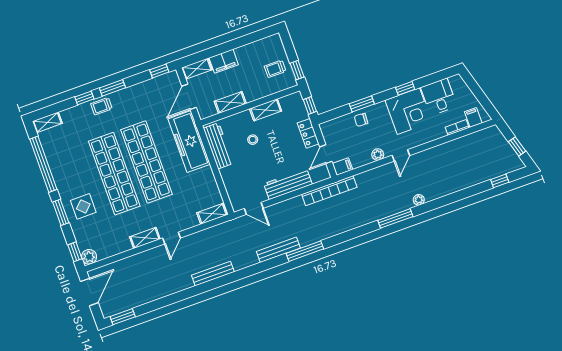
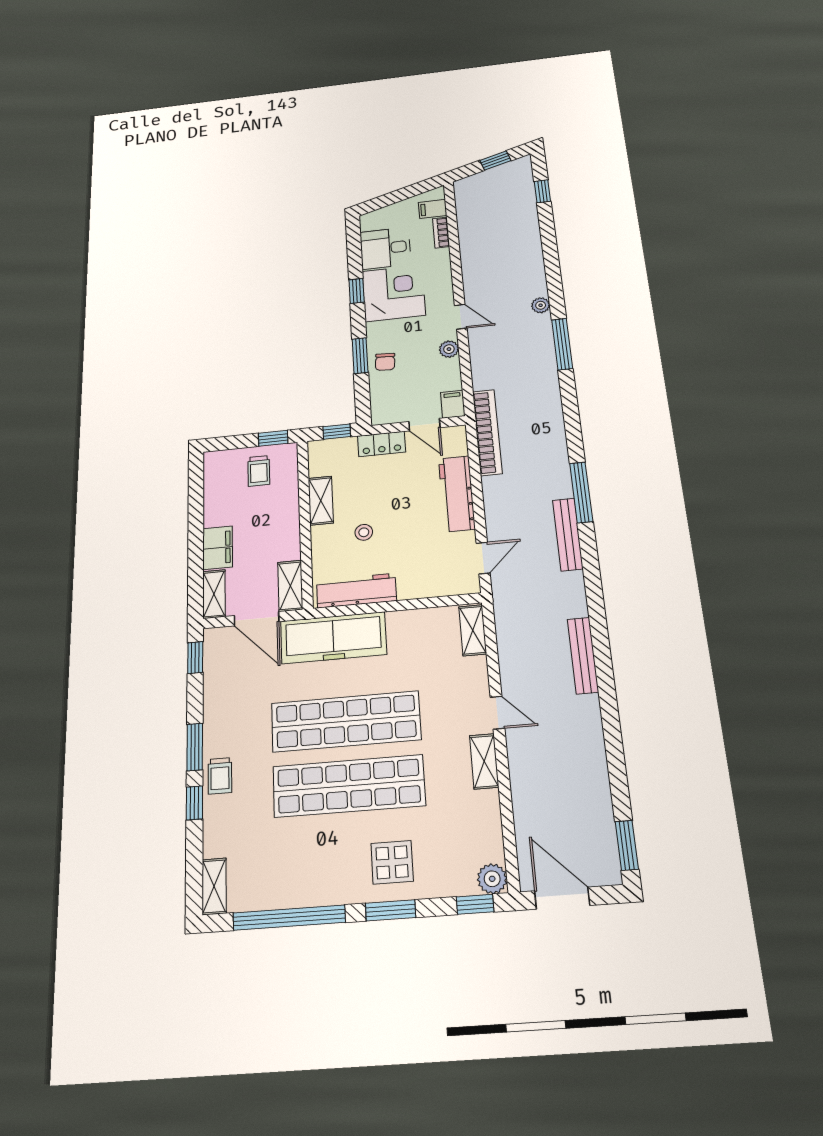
shelving: (230, 102) -> (290, 586), moved

